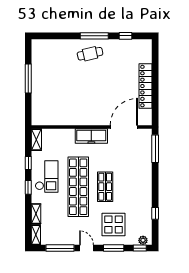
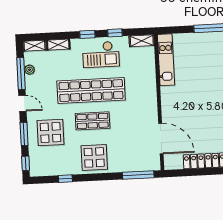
kitchen unit: (54, 119) -> (166, 60), added
freezer: (91, 136) -> (149, 102), removed
display table: (138, 187) -> (94, 157), added
plant: (143, 240) -> (29, 70), moved
door: (87, 248) -> (22, 103), hinge flipped

